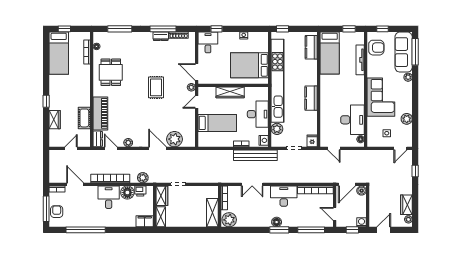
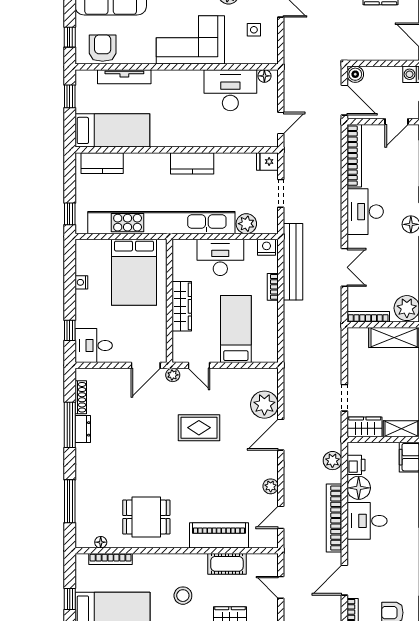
rug: (156, 87) -> (199, 428), moved
stool: (66, 93) -> (183, 596), added
dresser: (98, 139) -> (264, 540), removed

